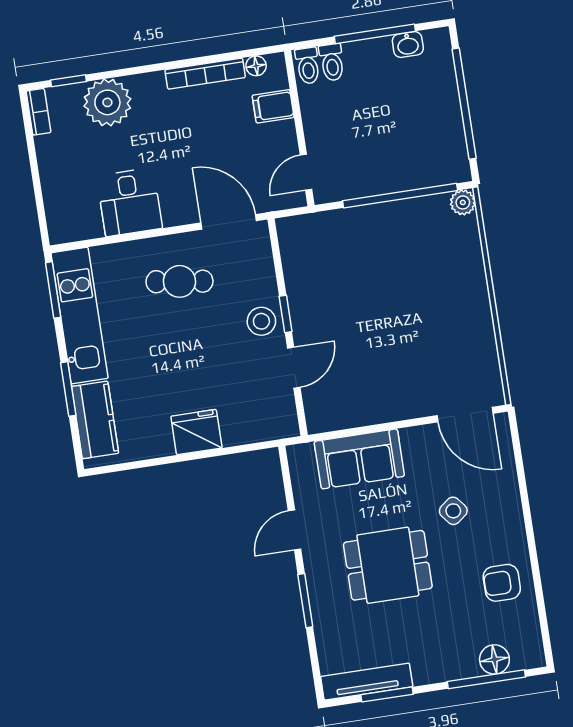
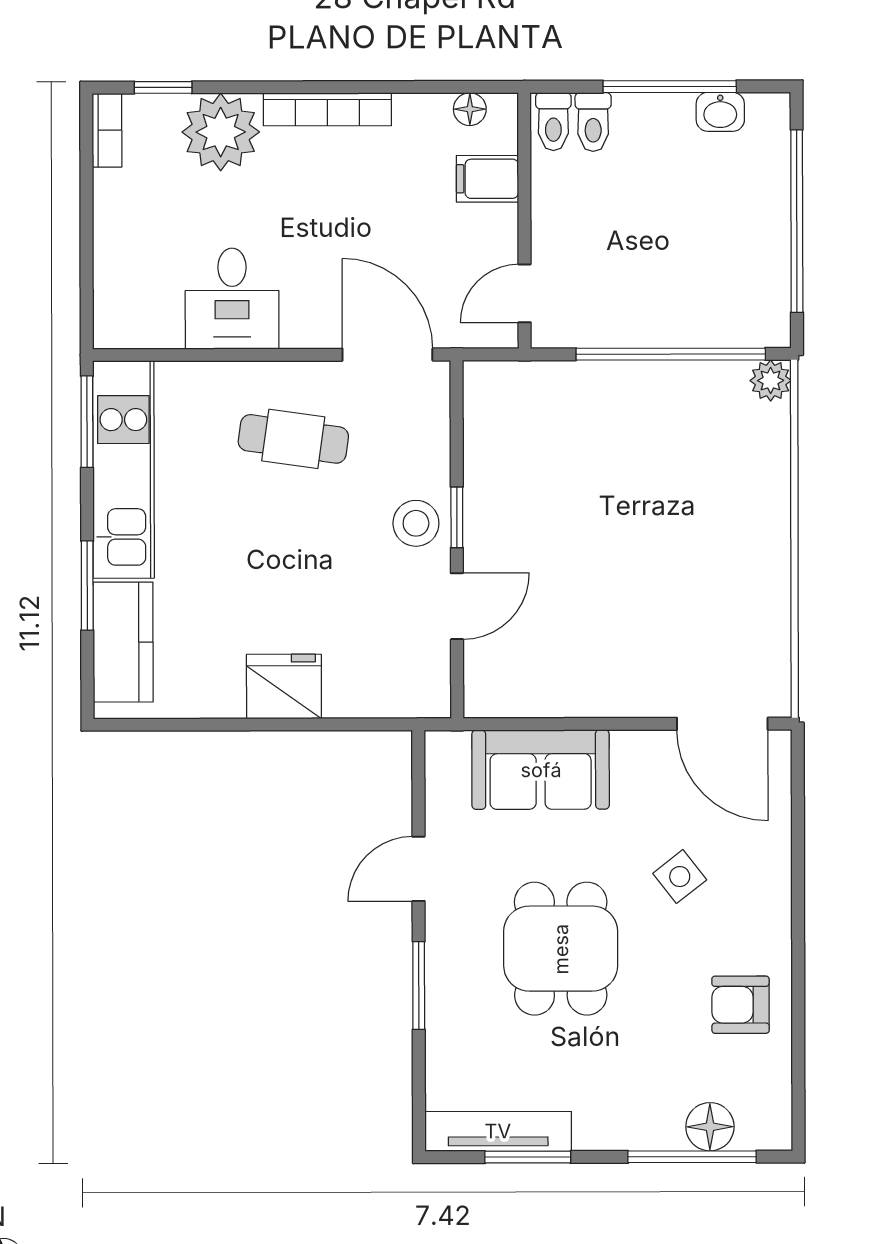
bookcase: (205, 74) -> (327, 109), moved
dining table: (388, 565) -> (561, 949), turned 90

